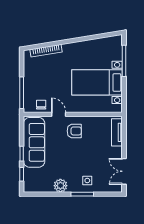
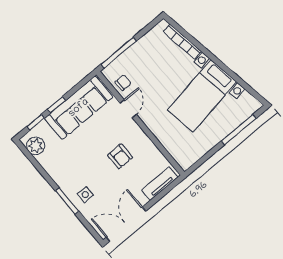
bed with nightstands: (97, 82) -> (202, 96), moved, turned -99
armchair: (74, 131) -> (120, 156), moved
double door: (124, 171) -> (126, 224), width x1.37
plant: (60, 186) -> (36, 146), moved

